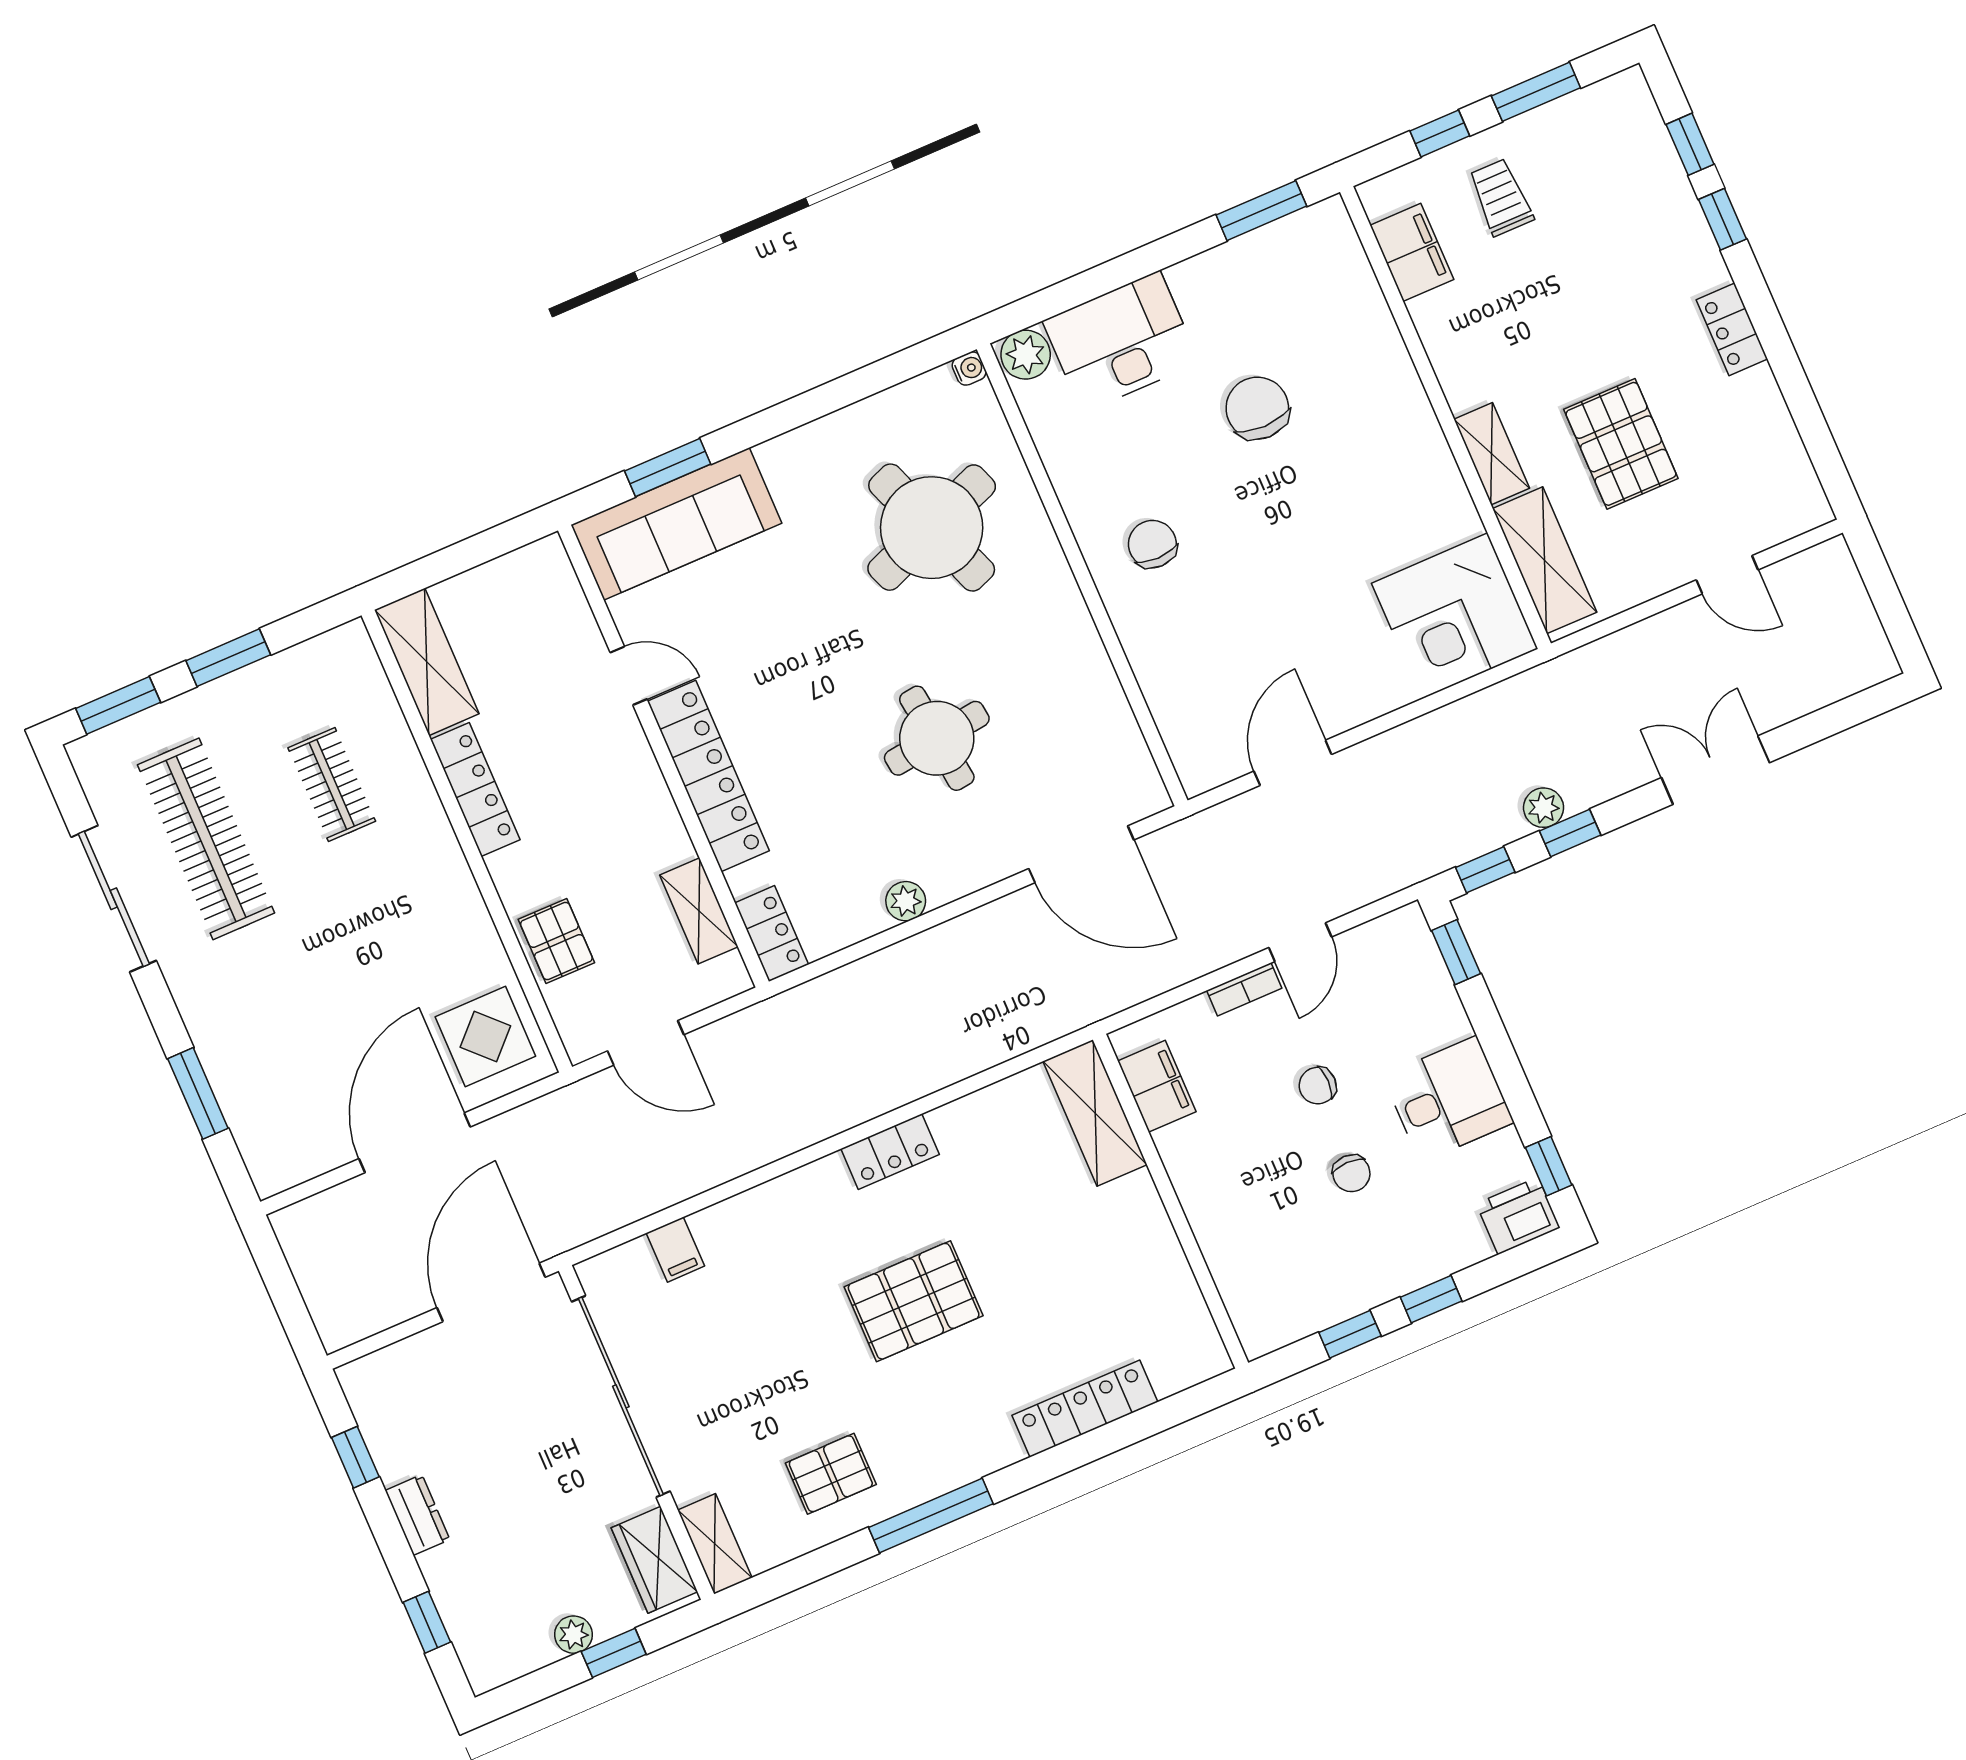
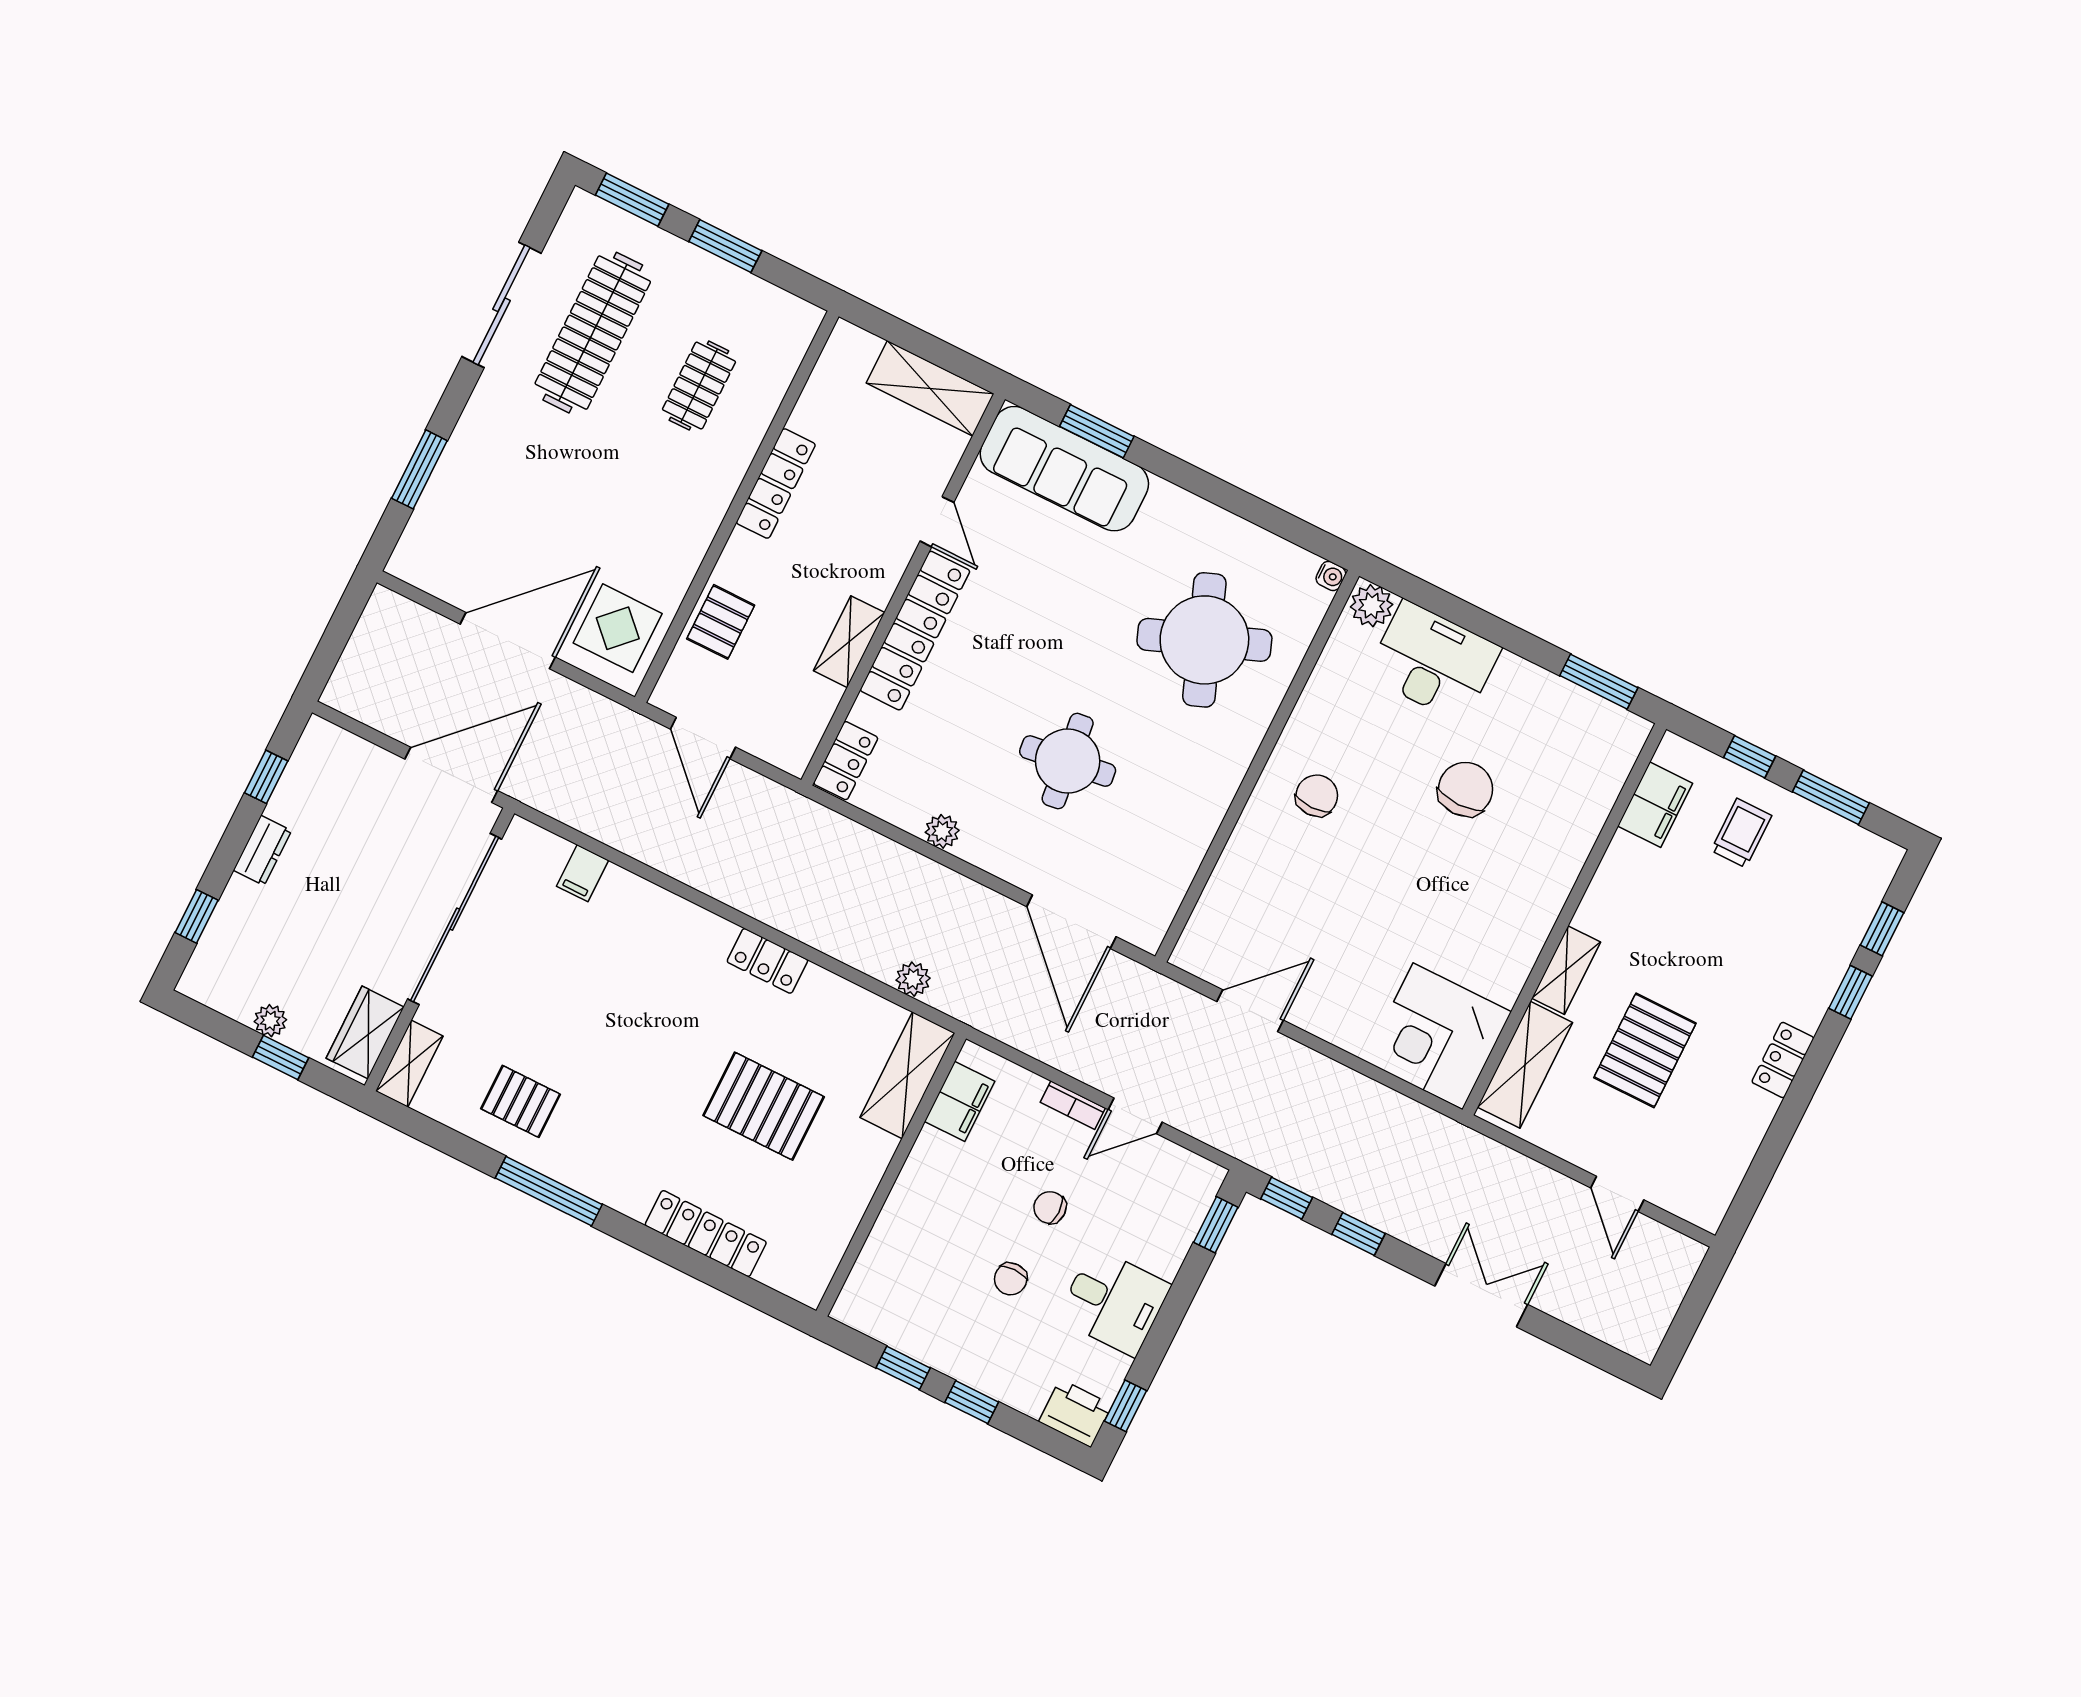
shelving: (427, 662) -> (930, 388), moved, turned 90
plant: (1544, 808) -> (913, 979), moved
shelving: (699, 911) -> (849, 642), moved
pallet: (914, 1301) -> (764, 1106), moved

